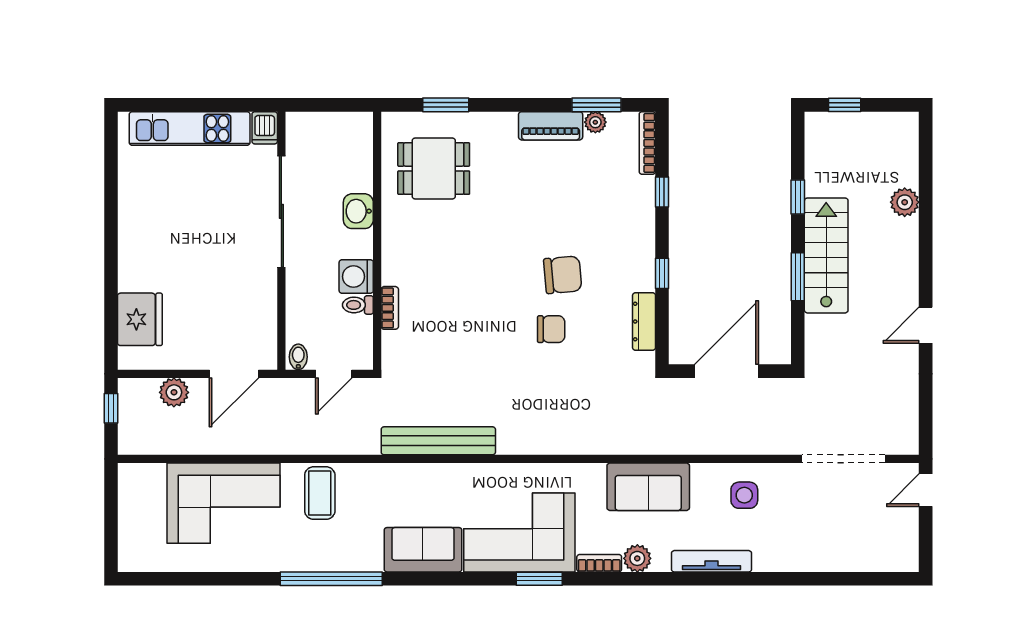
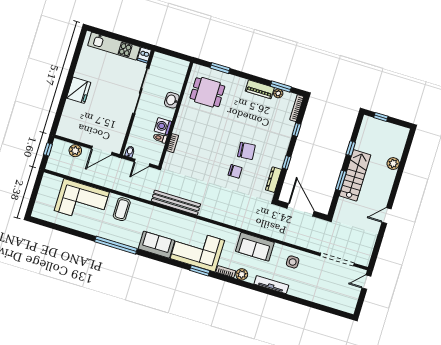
fridge: (140, 319) -> (79, 90), moved
door: (726, 371) -> (301, 210), hinge flipped

